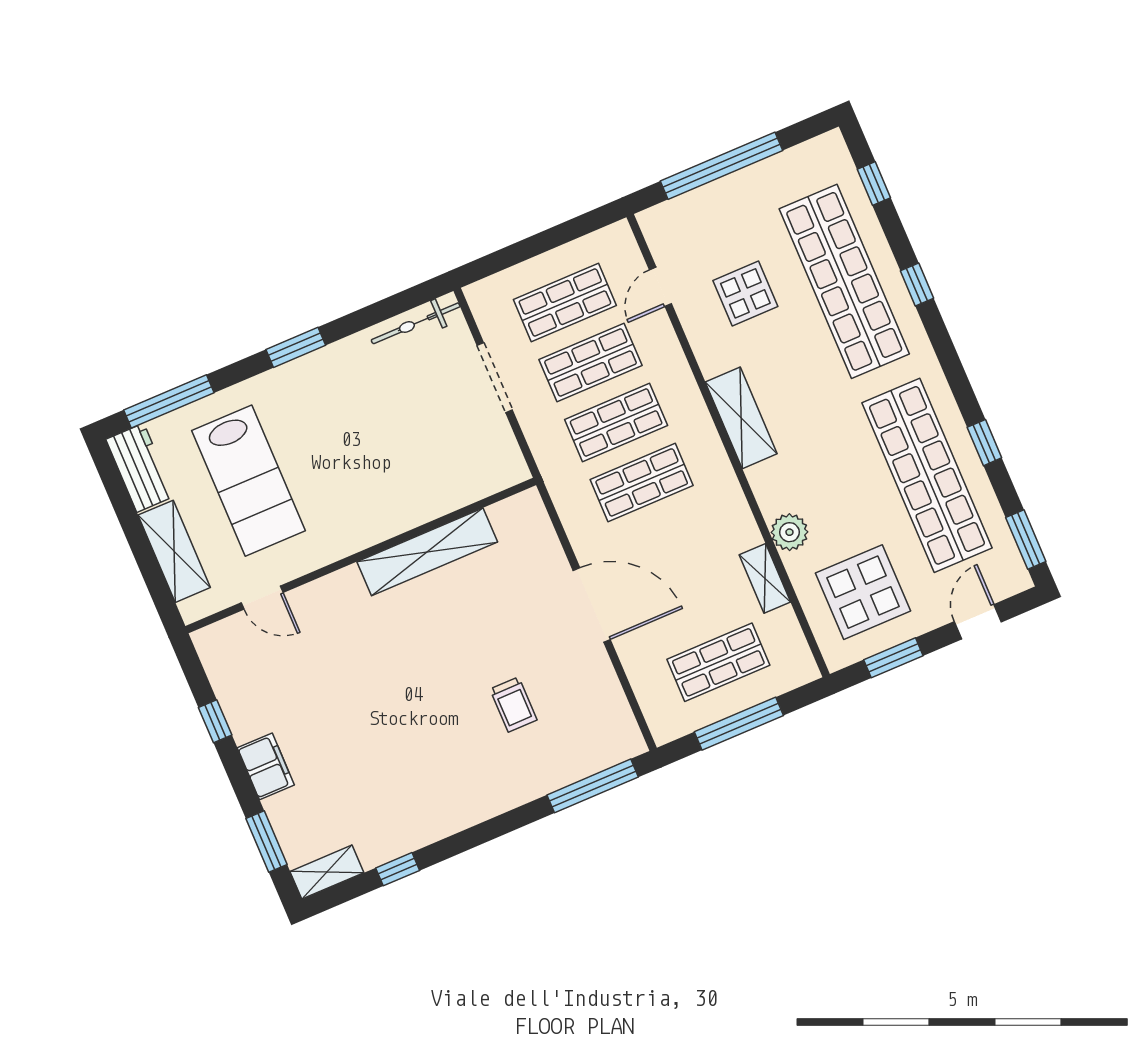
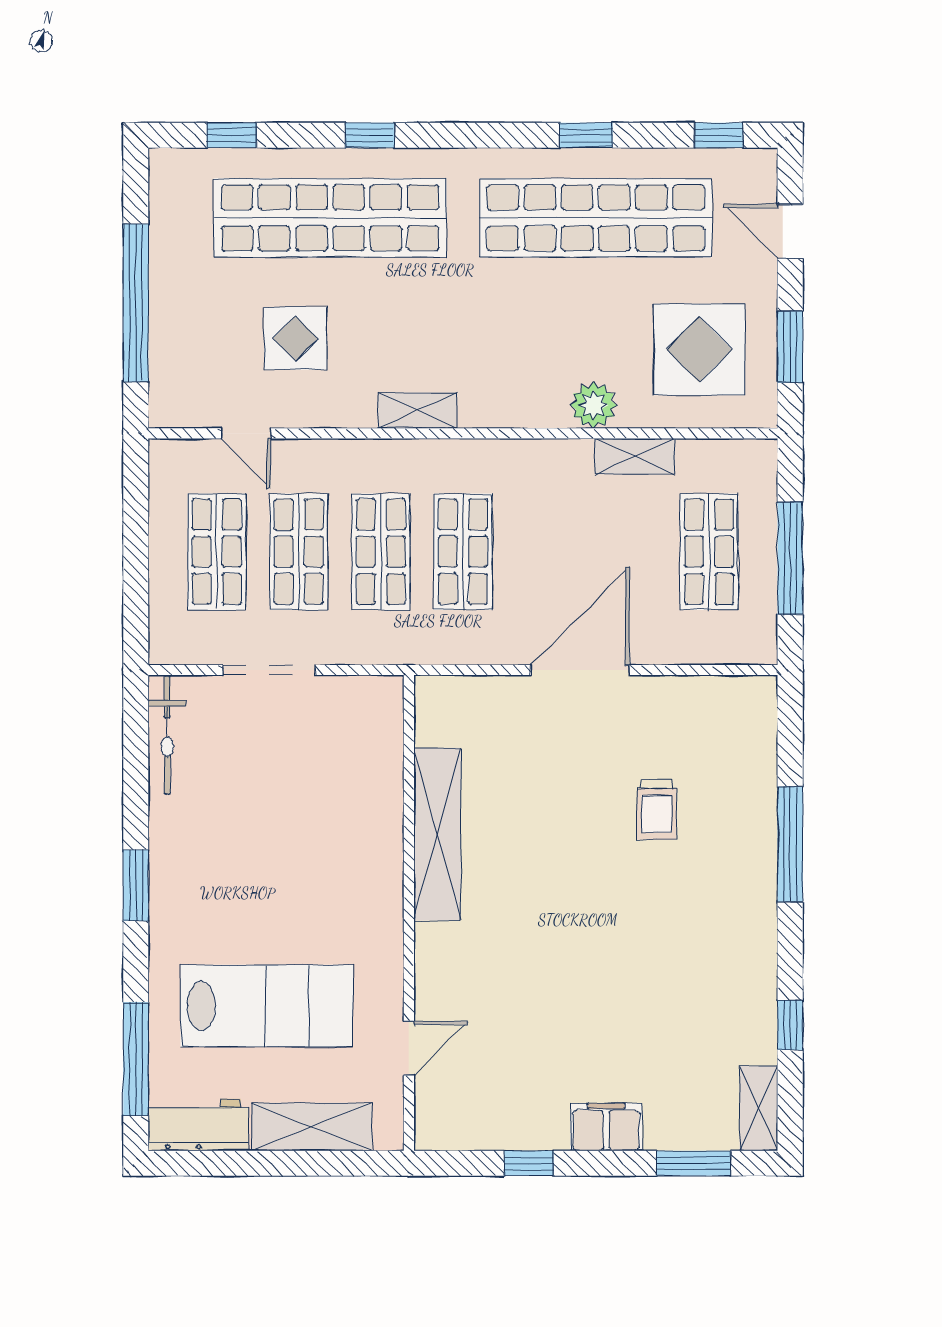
shelving: (741, 418) -> (417, 410), width x0.67, depth x0.75
window: (1026, 540) -> (719, 135), width x0.67
trolley: (513, 705) -> (657, 810), turned 90
window: (593, 786) -> (790, 844), moved

